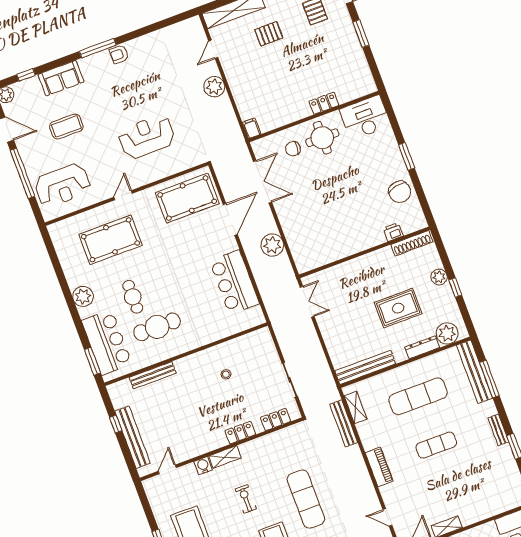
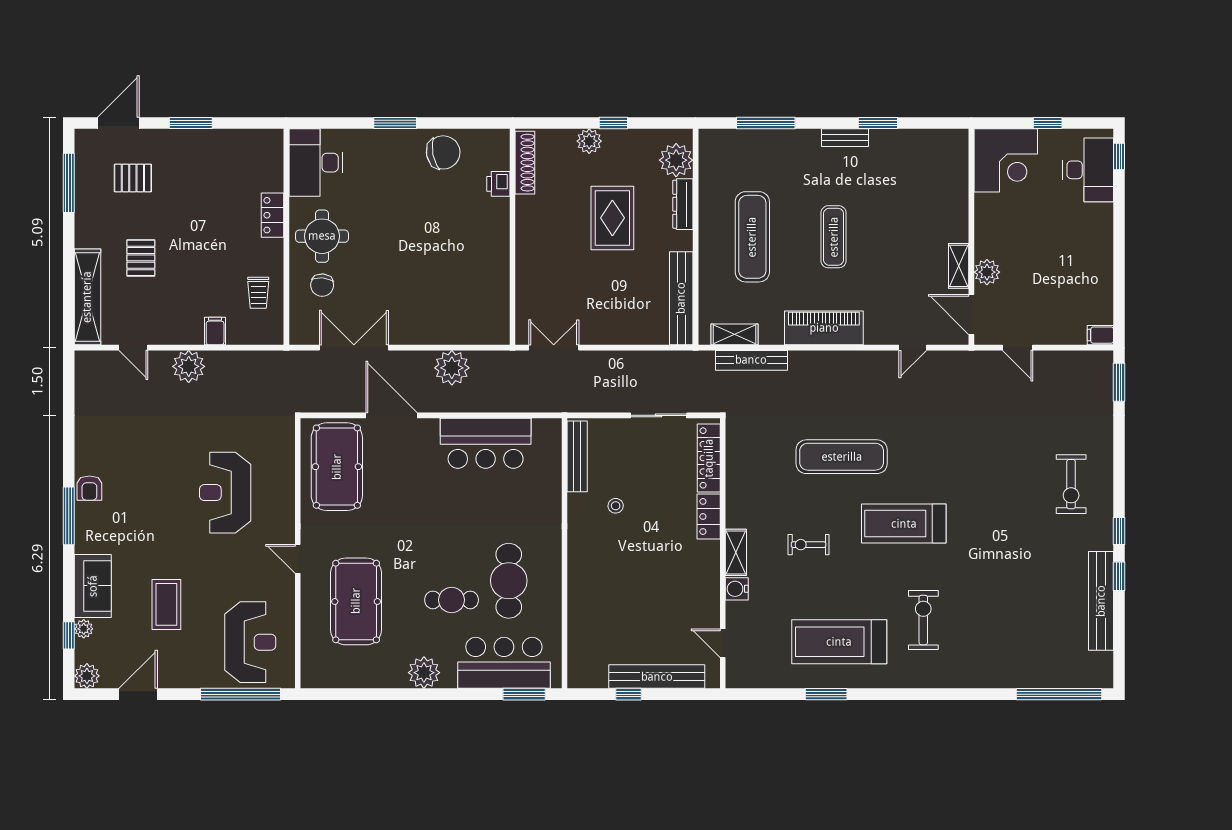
plant: (33, 82) -> (84, 629), added
trolley: (274, 112) -> (258, 293), added
filing cabinet: (252, 128) -> (215, 331), moved, turned 90
window: (22, 173) -> (240, 694), moved
bench: (474, 372) -> (747, 141), removed
bench: (153, 375) -> (577, 456), moved
locker: (275, 420) -> (709, 458), width x1.53
piano: (379, 467) -> (824, 328), width x1.37, depth x1.33

